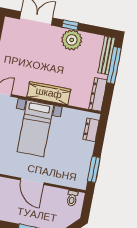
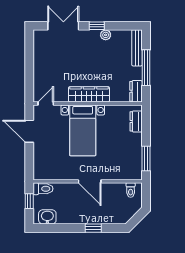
plant: (72, 40) -> (106, 35), width x0.53, depth x0.53
window: (114, 65) -> (146, 68), moved
dresser: (98, 94) -> (136, 91), width x0.70

